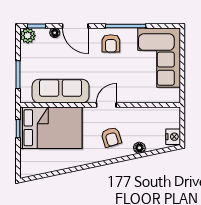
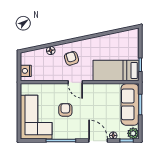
armchair: (111, 43) -> (65, 110), moved
sofa: (61, 91) -> (130, 104), moved, turned 90
door: (106, 105) -> (75, 82), hinge flipped
bed: (51, 128) -> (116, 70), width x0.67
nightstand: (173, 137) -> (26, 71), moved

